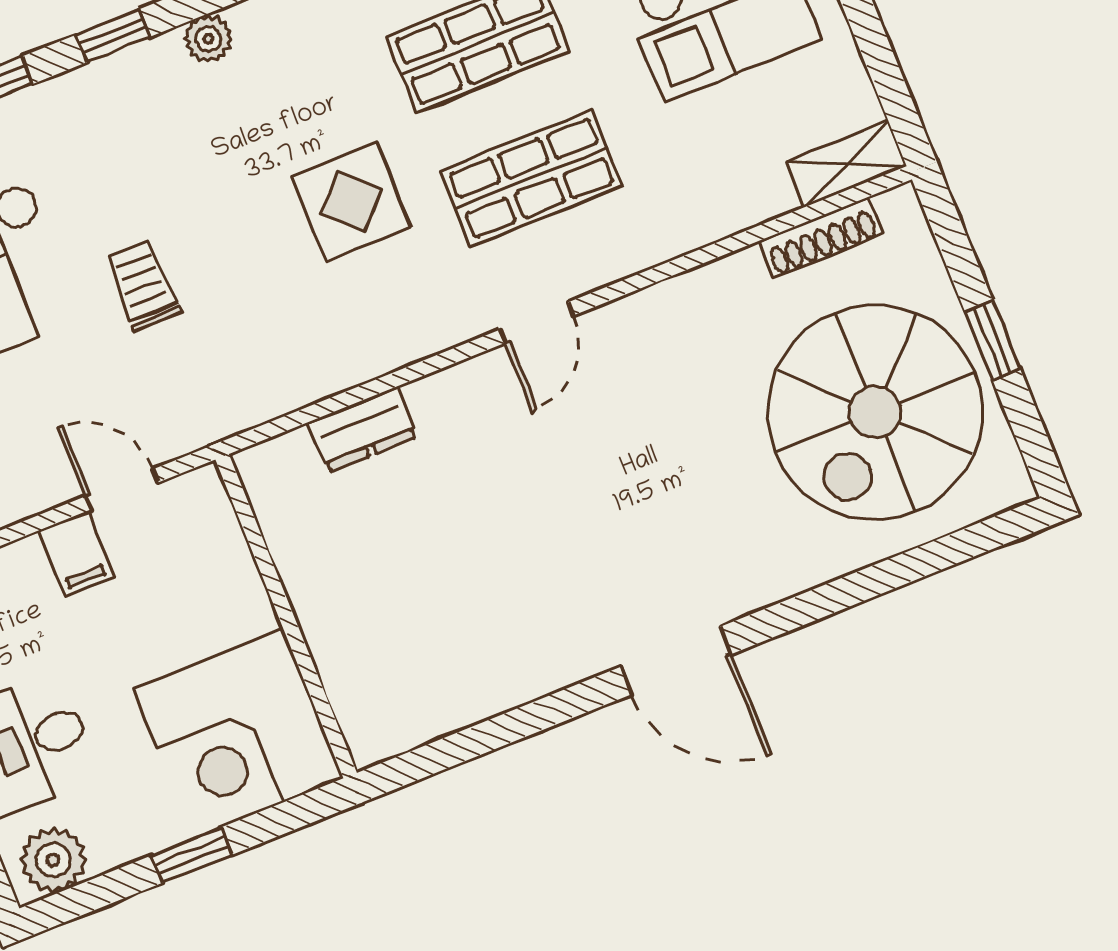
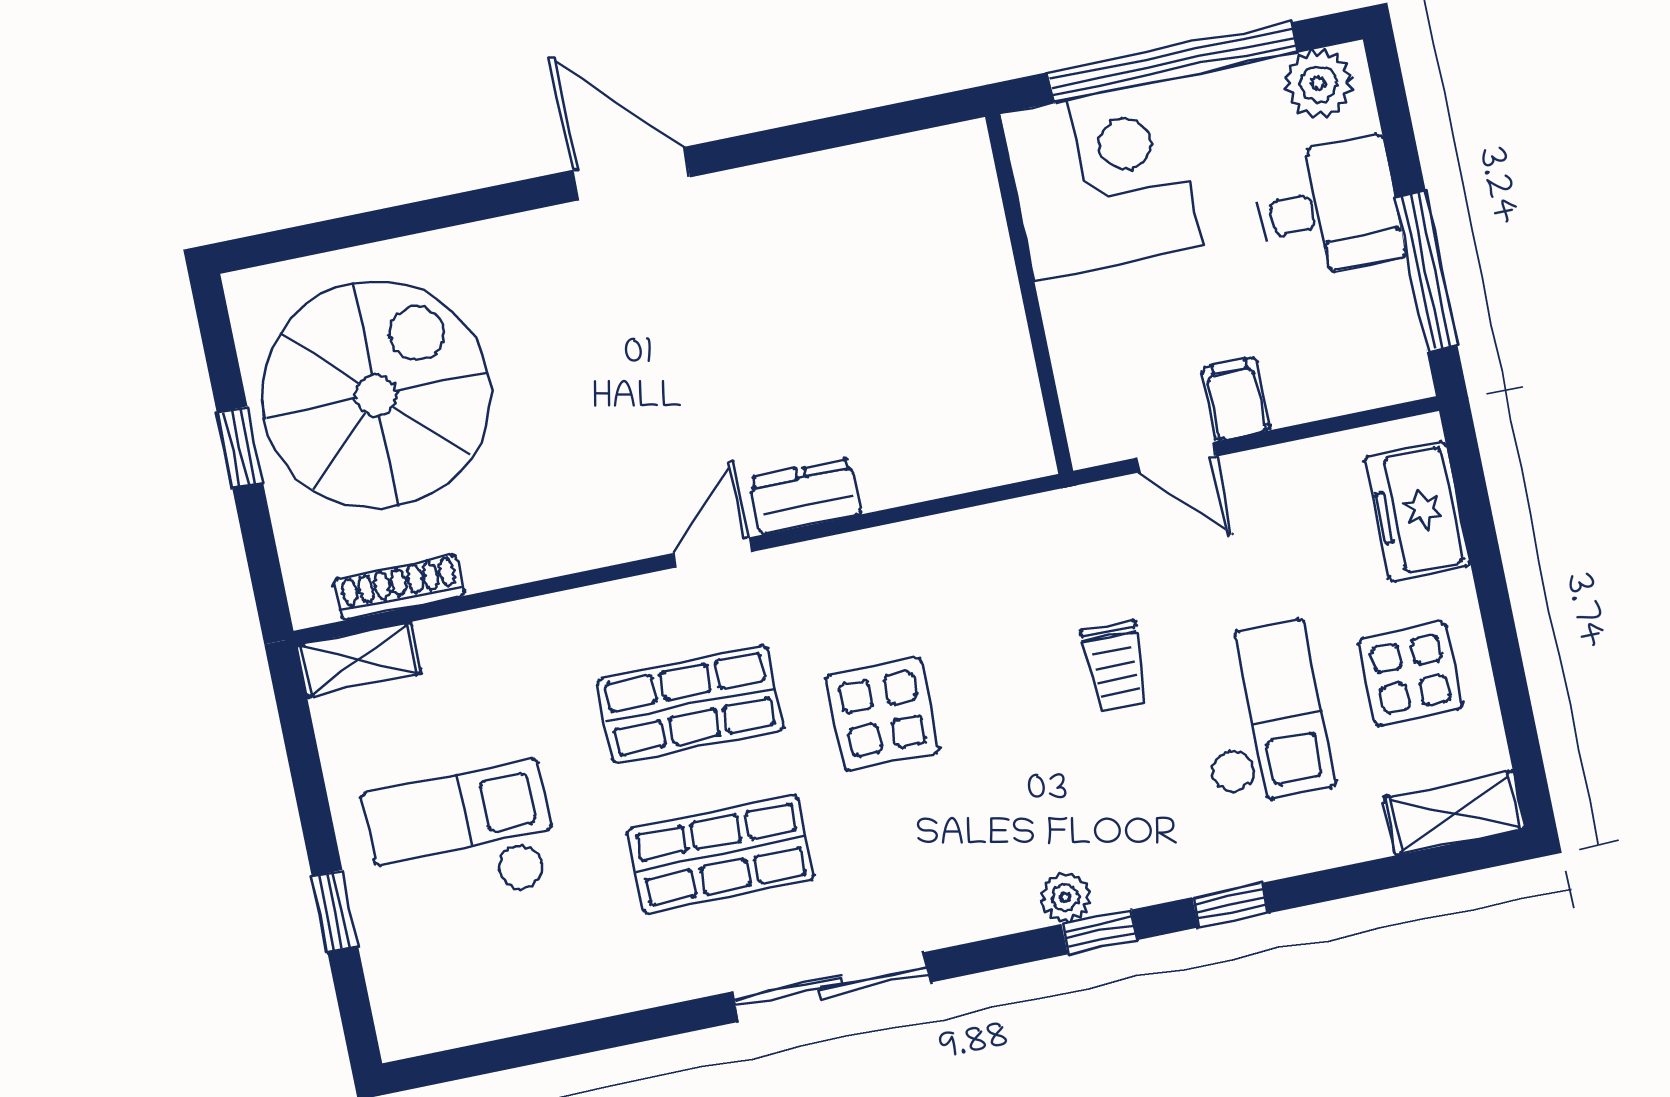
plant: (208, 39) -> (1065, 898), moved
dresser: (362, 430) -> (805, 496), moved
window: (192, 855) -> (1173, 62), width x3.17

